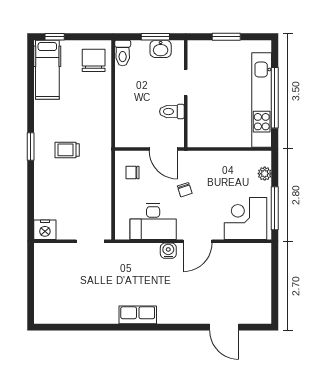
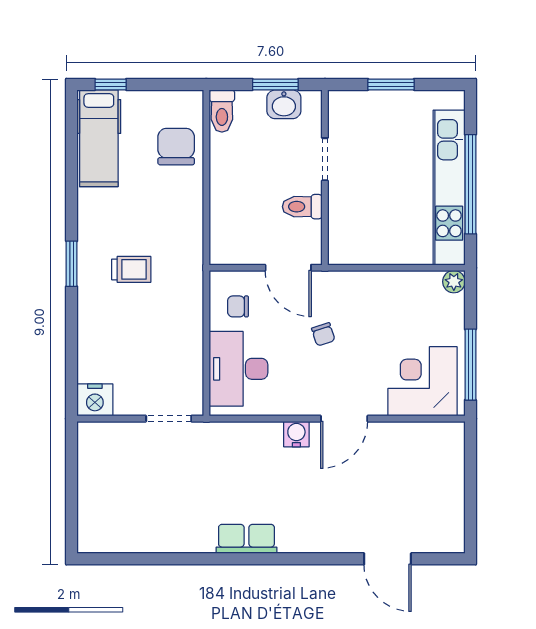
chair: (94, 60) -> (176, 147), moved
trolley: (67, 150) -> (131, 269), turned 180
plant: (265, 174) -> (454, 282), moved
desk: (153, 222) -> (238, 369), moved, turned 90

